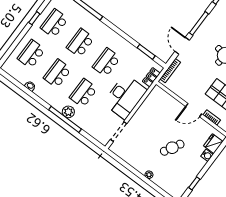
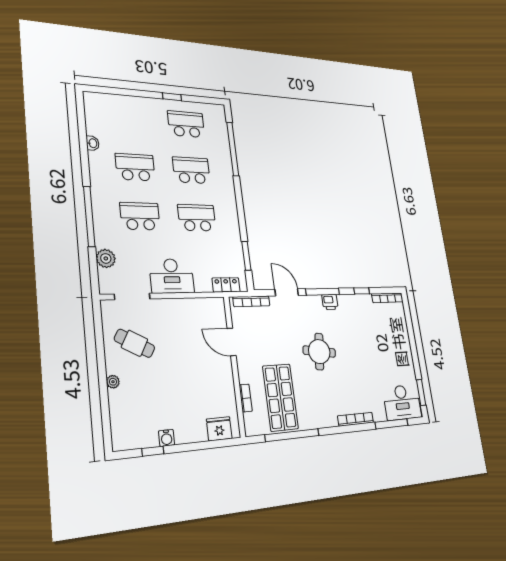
printer: (207, 24) -> (330, 302), added
door: (182, 46) -> (287, 292), hinge flipped
school desk: (31, 54) -> (131, 120), removed
desk: (125, 97) -> (172, 276), width x0.73, depth x0.77
door: (194, 110) -> (232, 342), moved
plant: (68, 112) -> (106, 258), moved
cafe table: (172, 148) -> (135, 343), moved
water cooler: (207, 155) -> (167, 438), moved

